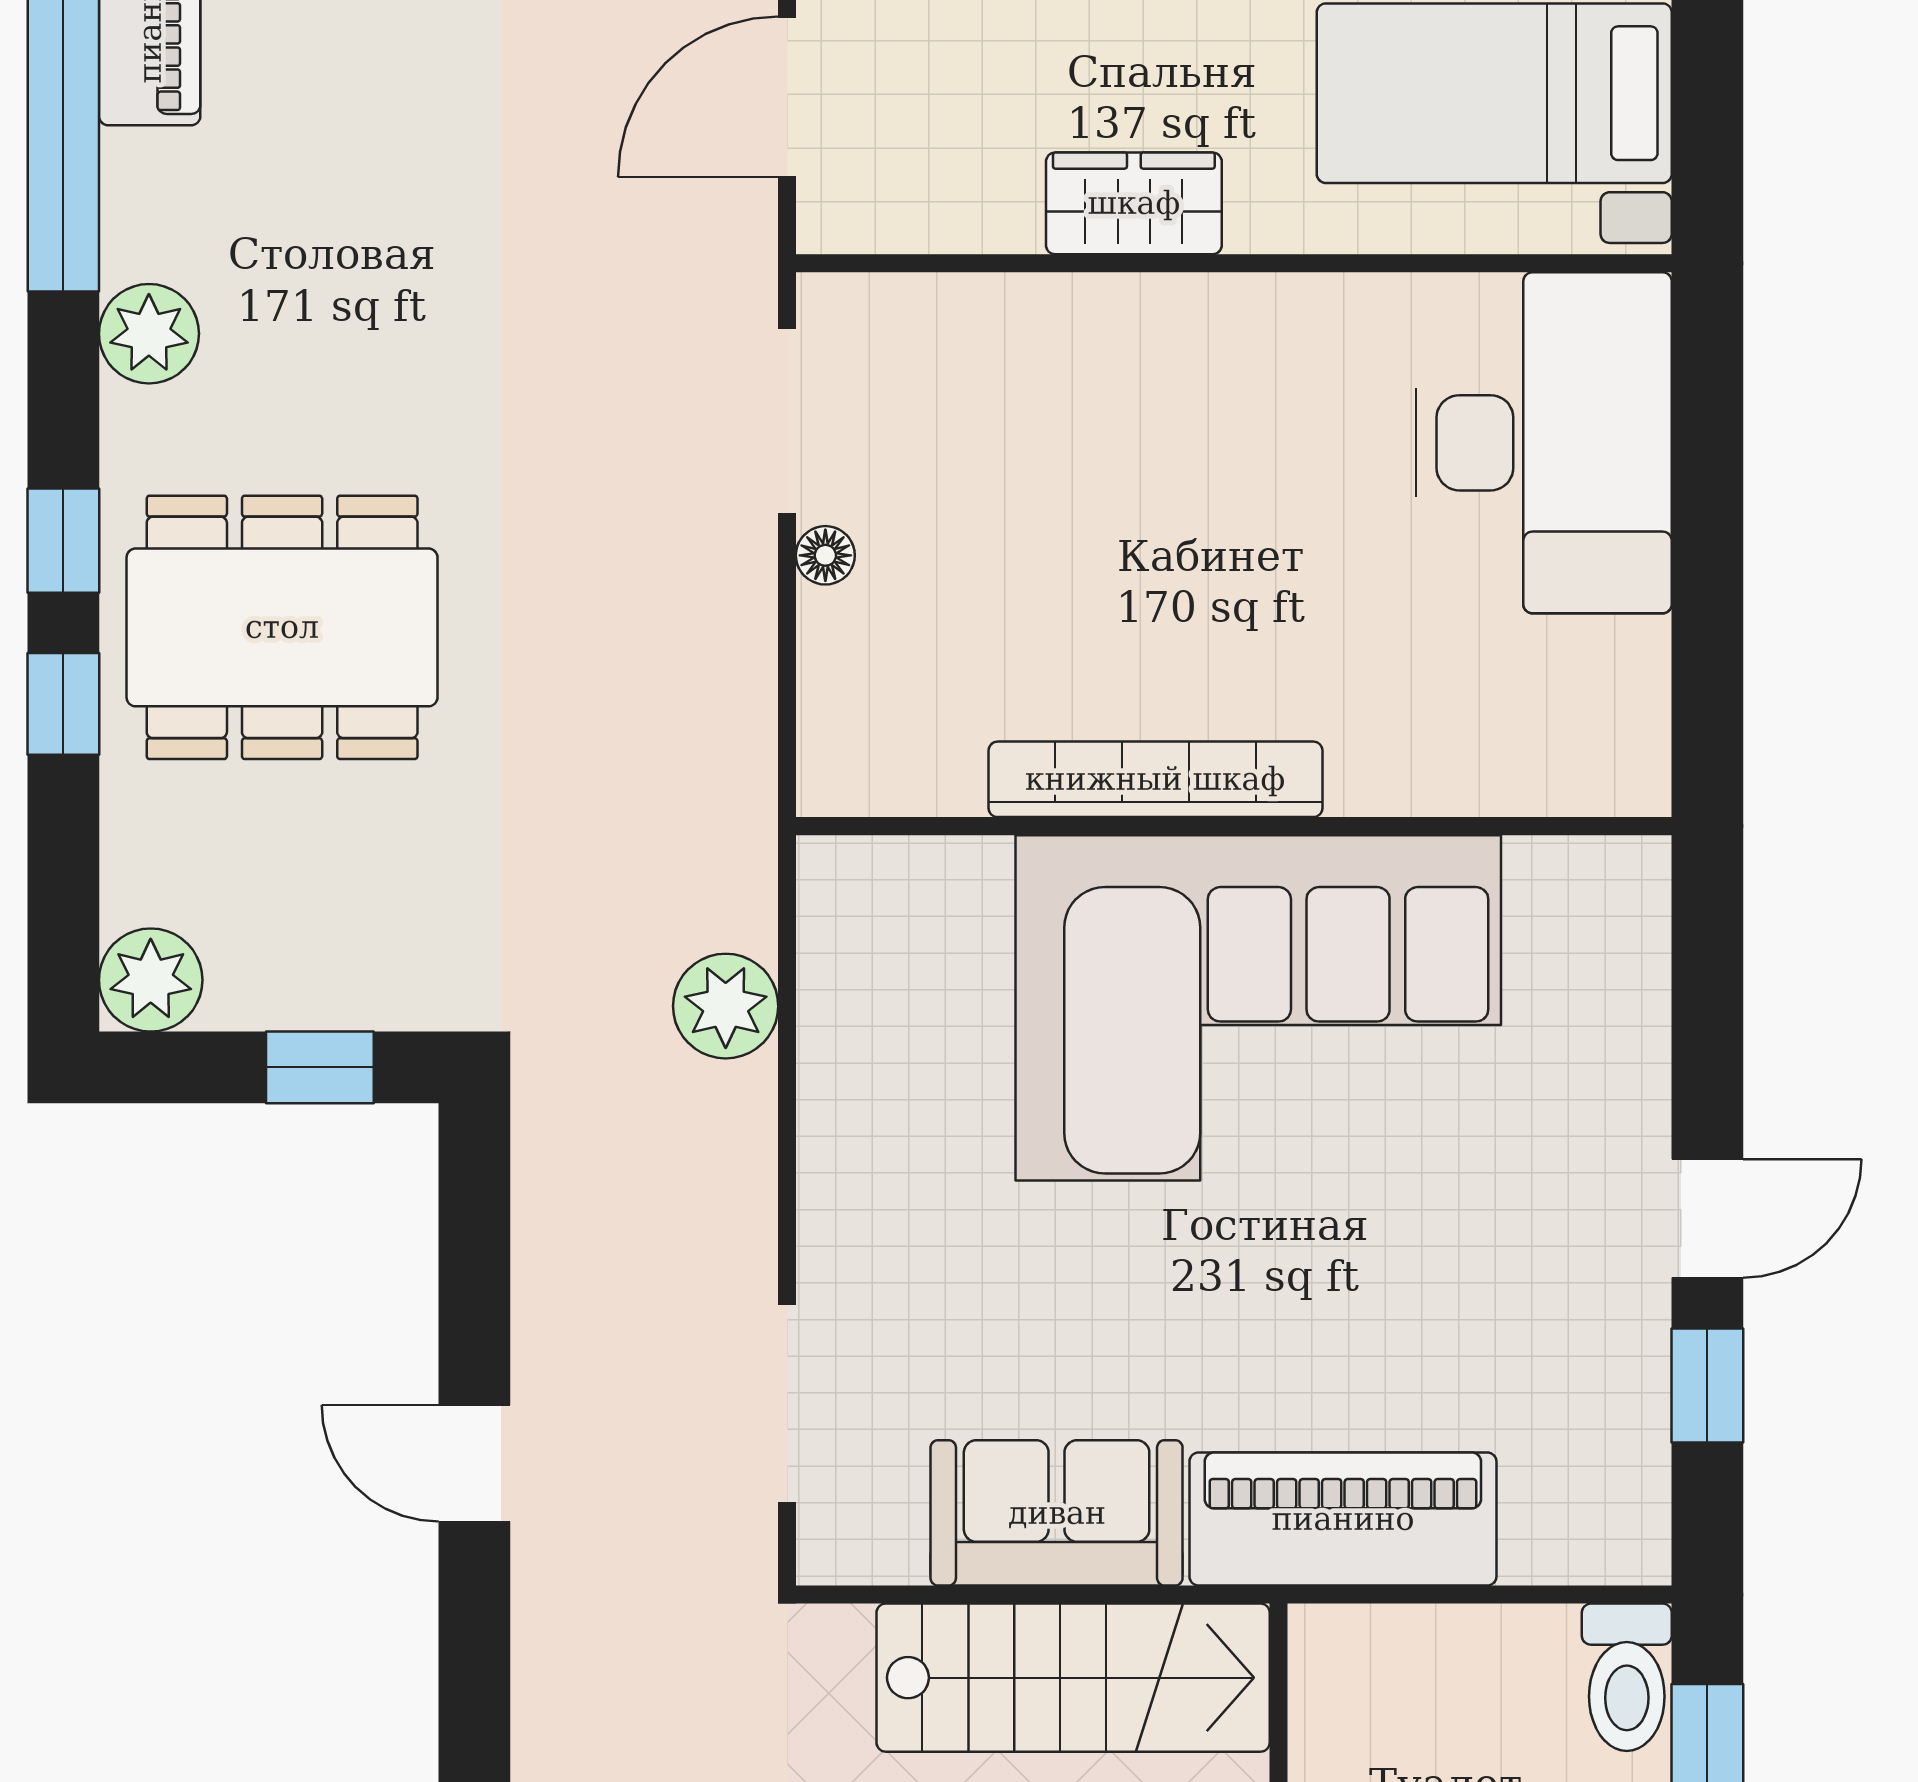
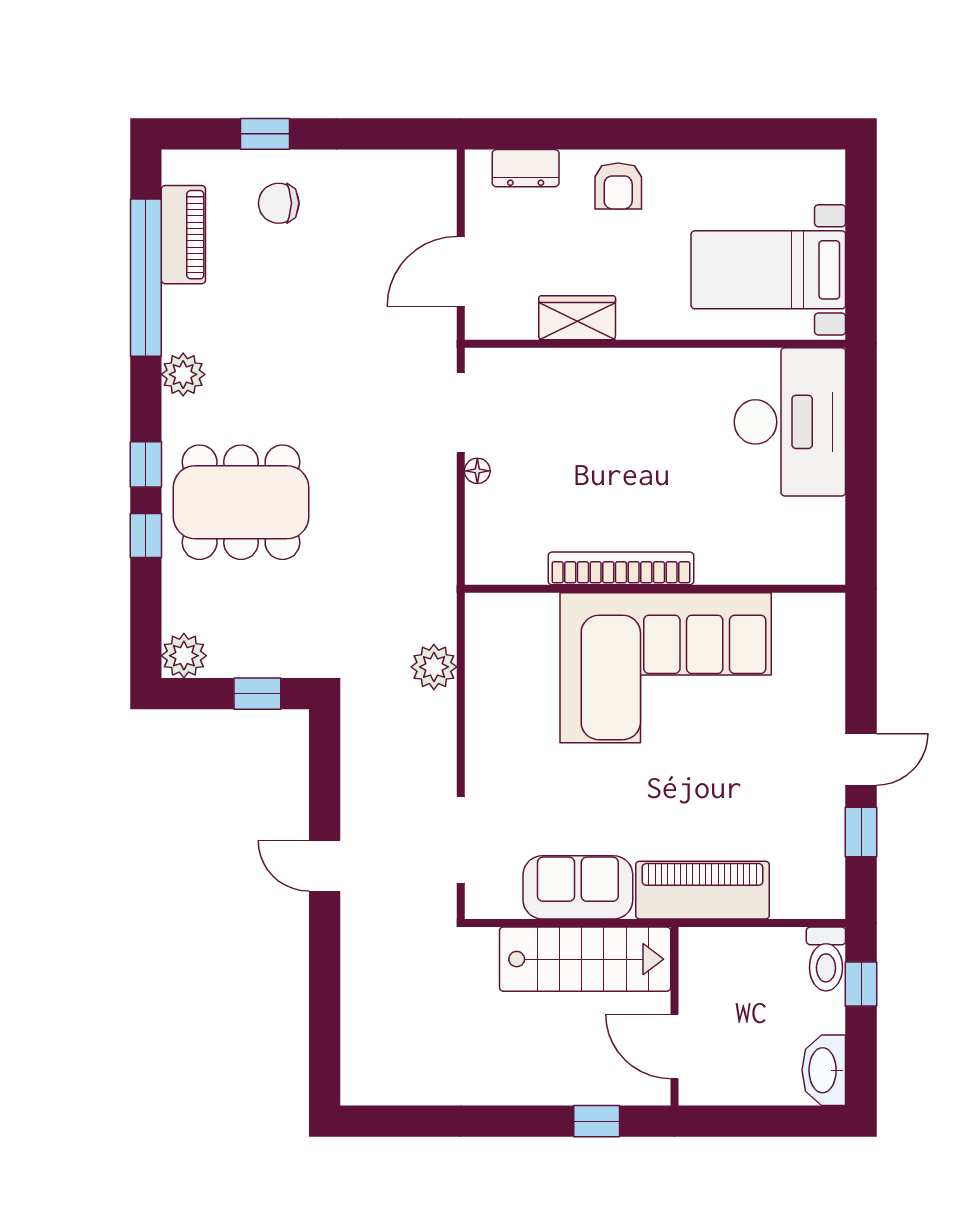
wardrobe: (1134, 203) -> (577, 318), moved

